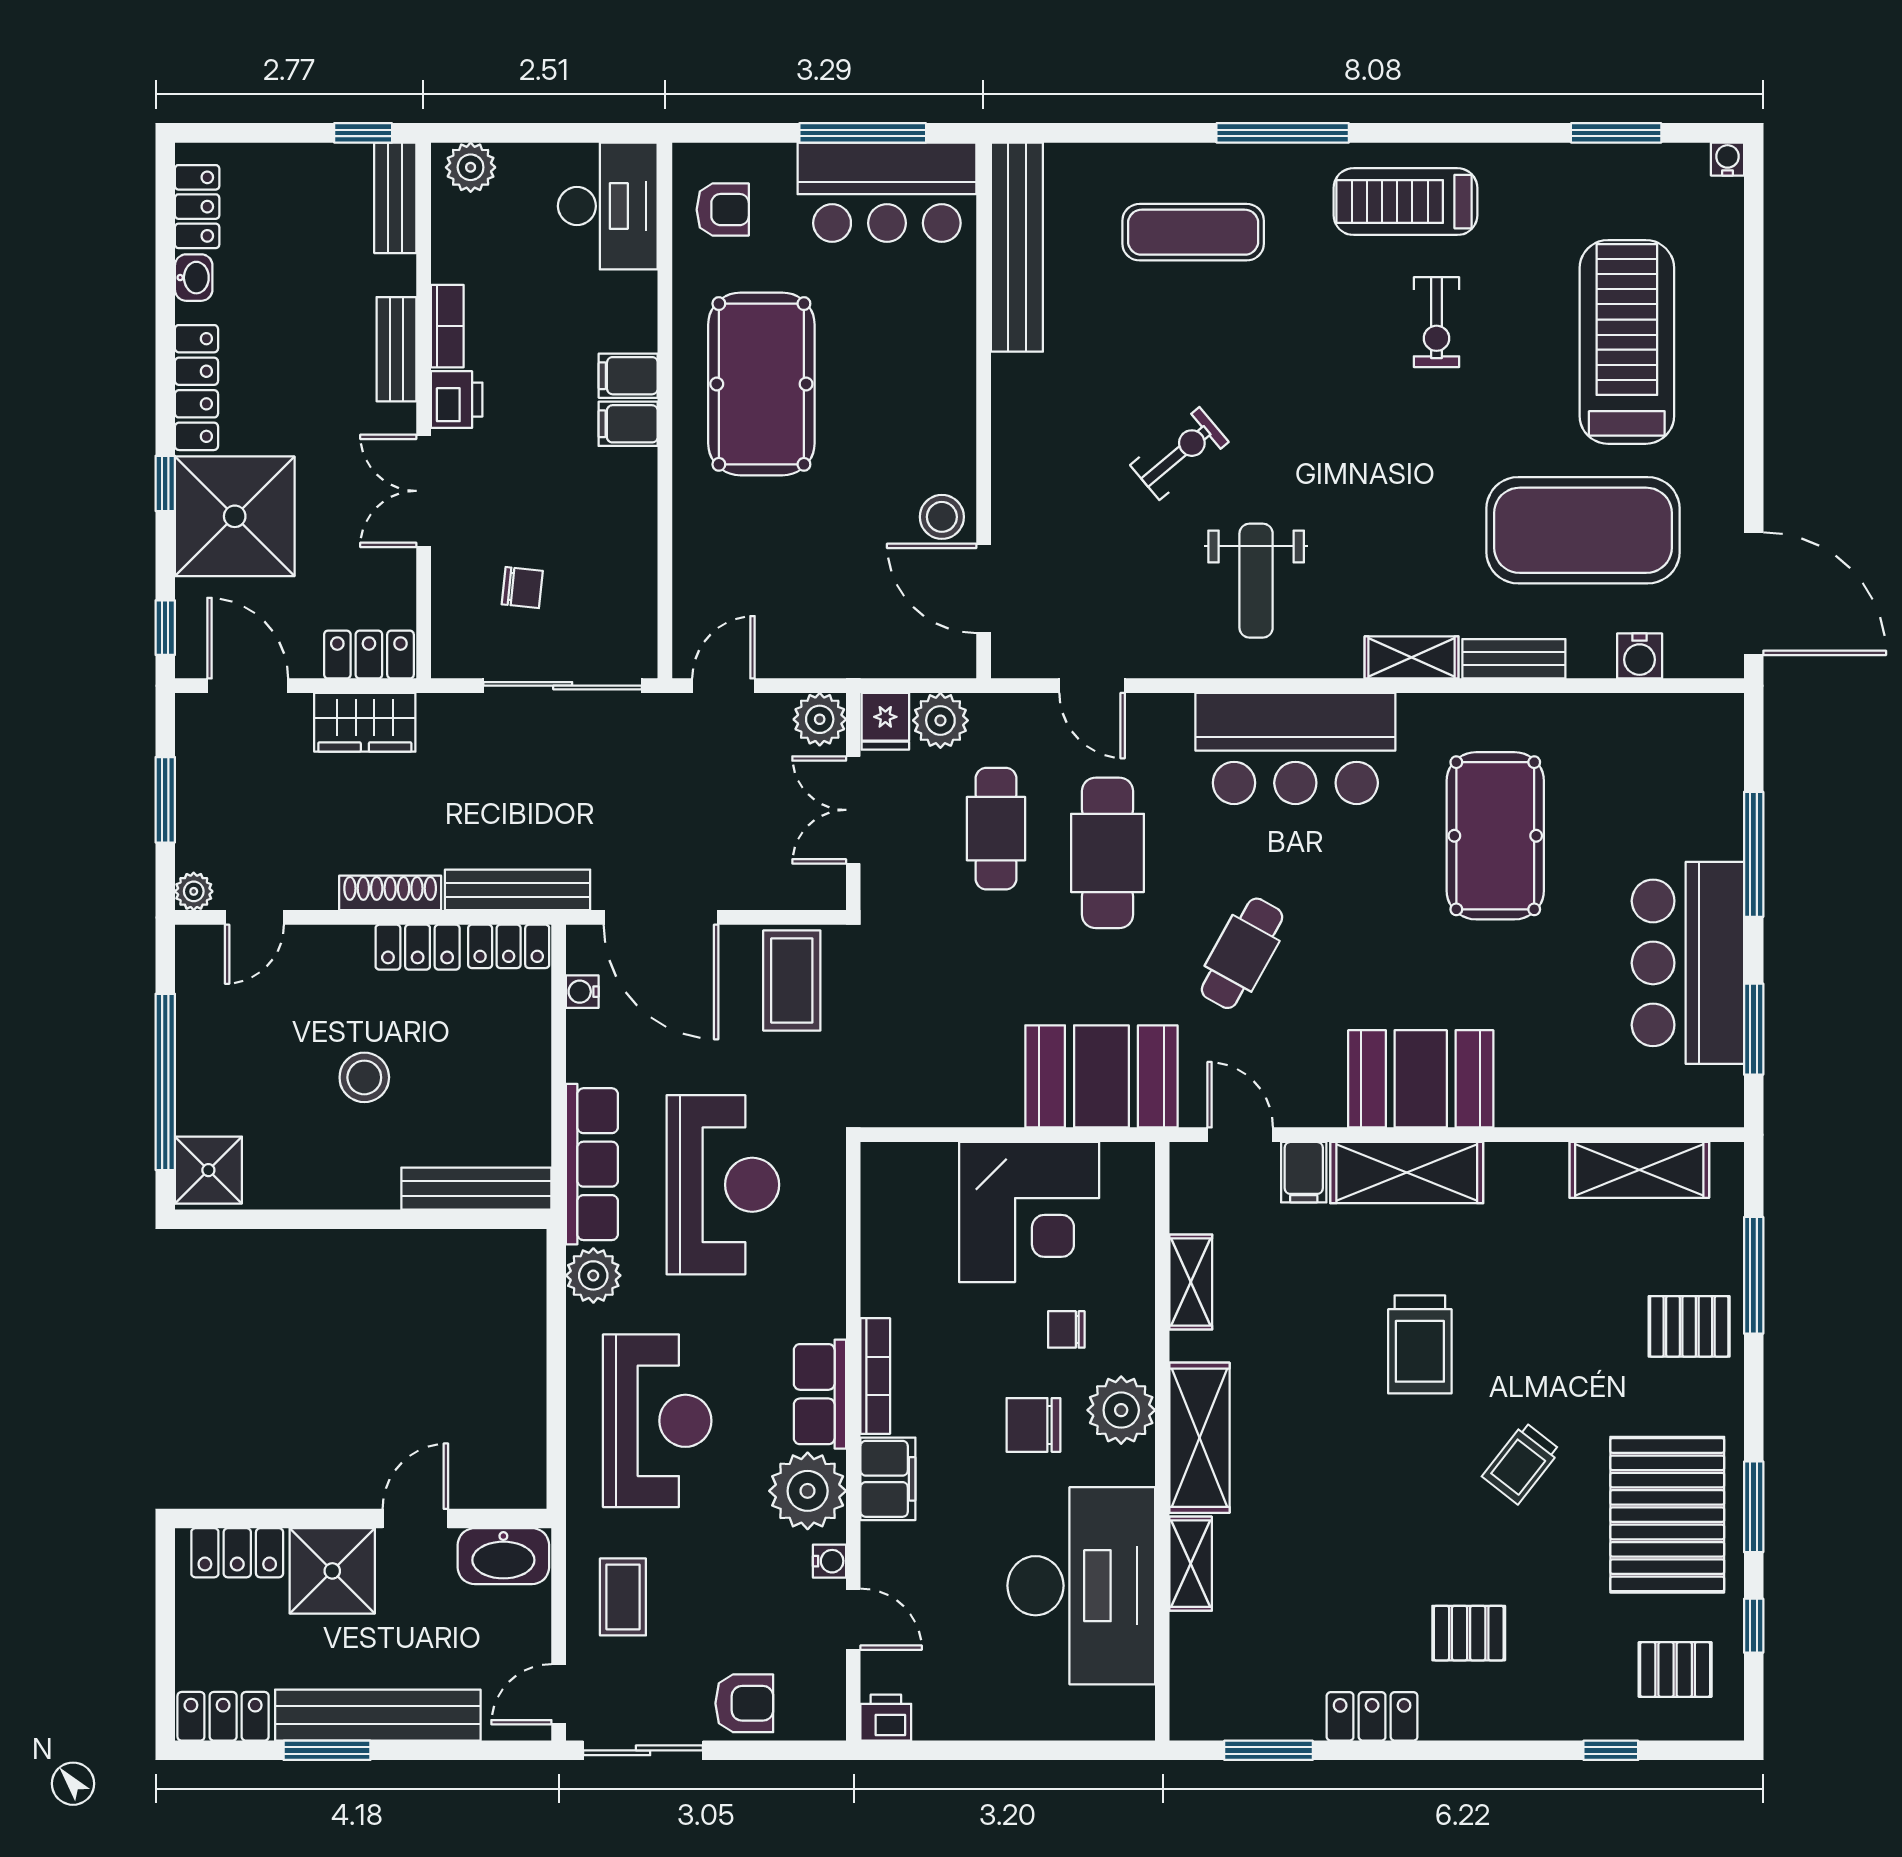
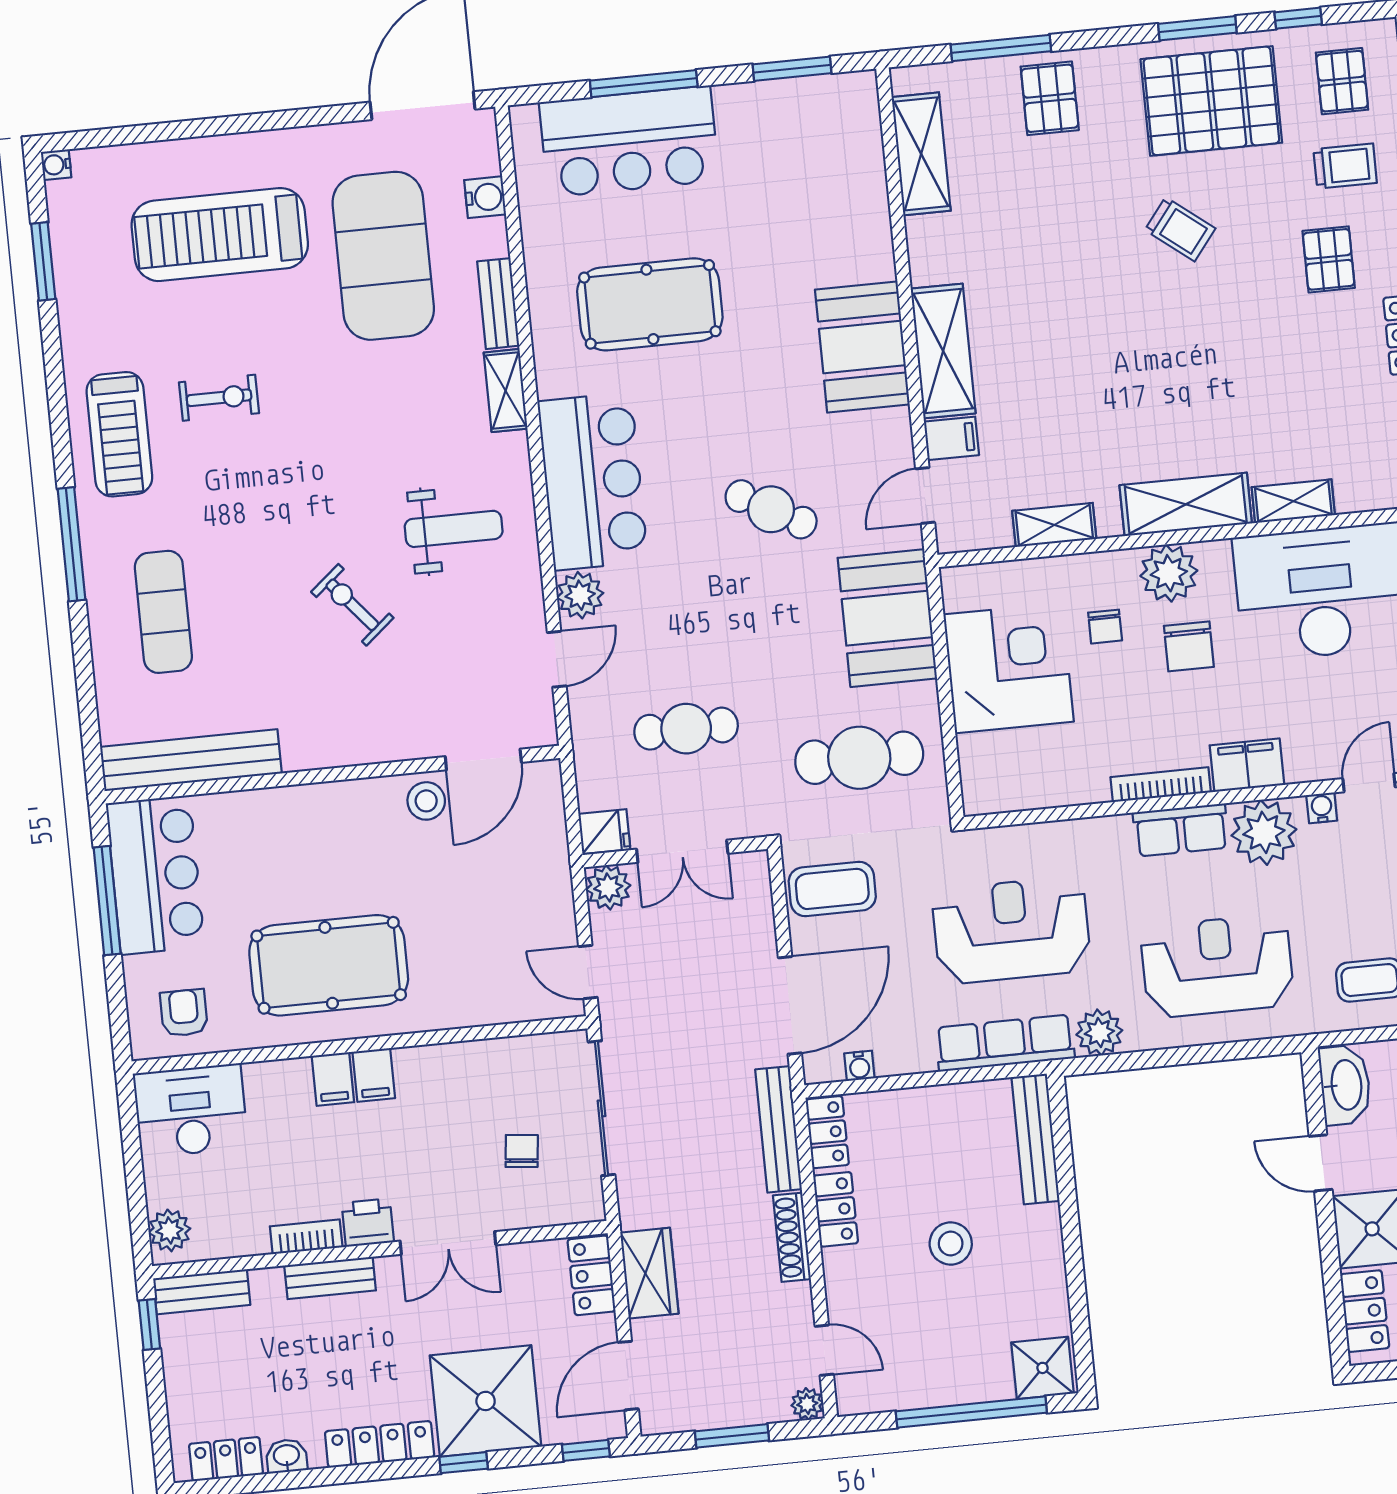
plant: (940, 720) -> (580, 595), moved
cafe table: (1107, 853) -> (859, 758), moved
bar counter: (1688, 963) -> (629, 141), moved
trolley: (1420, 1344) -> (1345, 166), moved, width x0.73, depth x0.72

